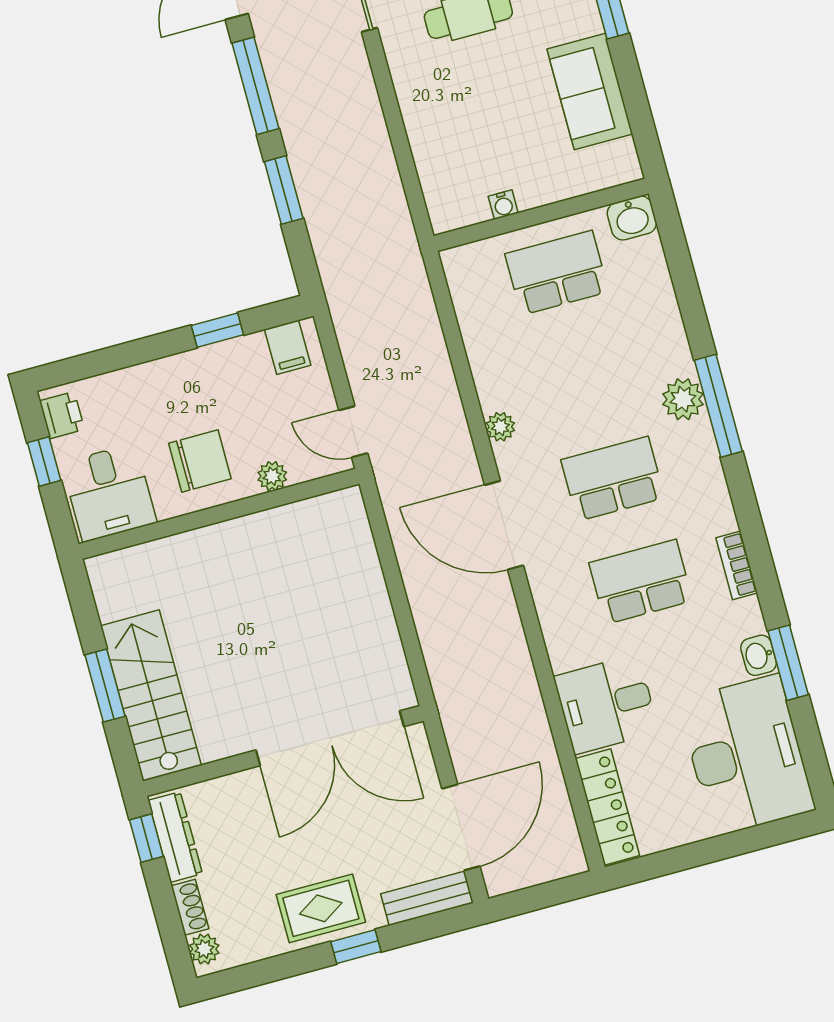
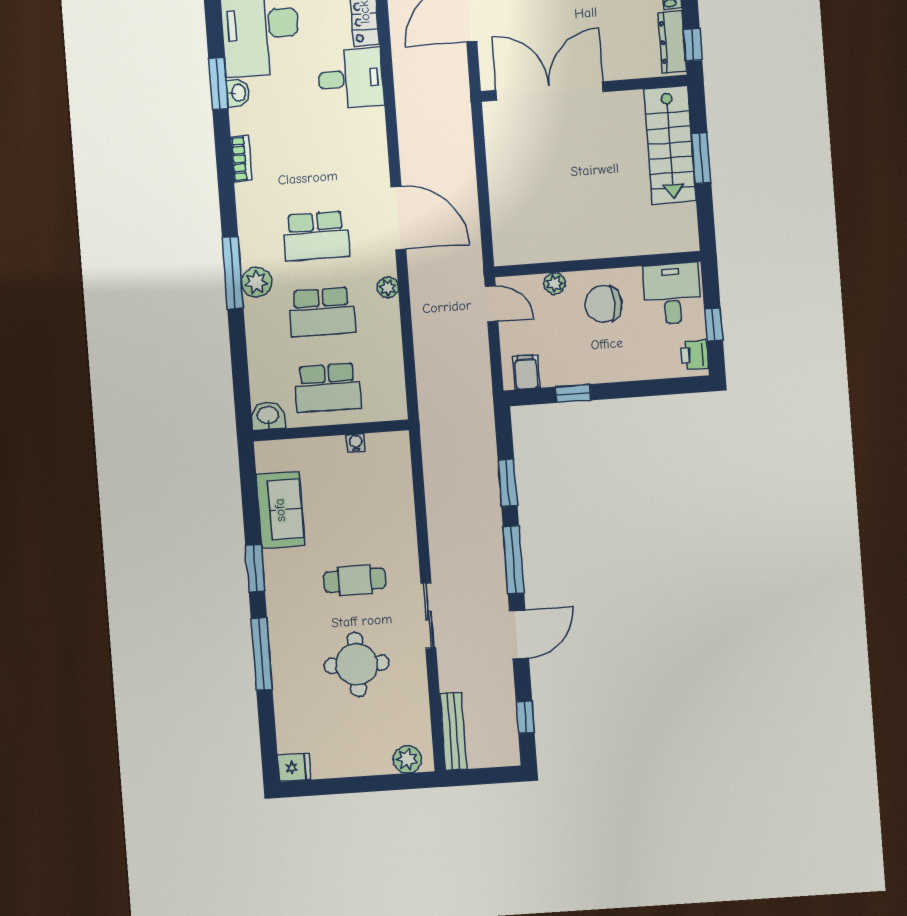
school desk: (641, 582) -> (322, 312), moved

